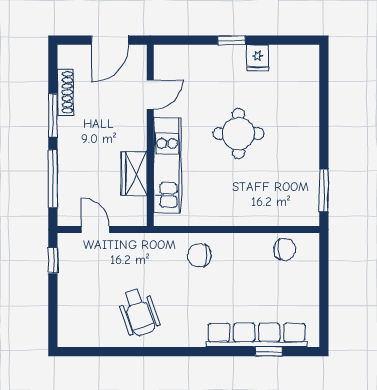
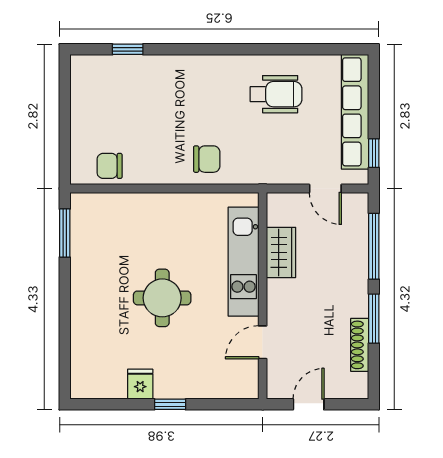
door: (110, 40) -> (309, 404), width x0.73
wheelchair: (139, 312) -> (276, 94), turned 109
row of seats: (257, 335) -> (355, 112), moved, turned 90

